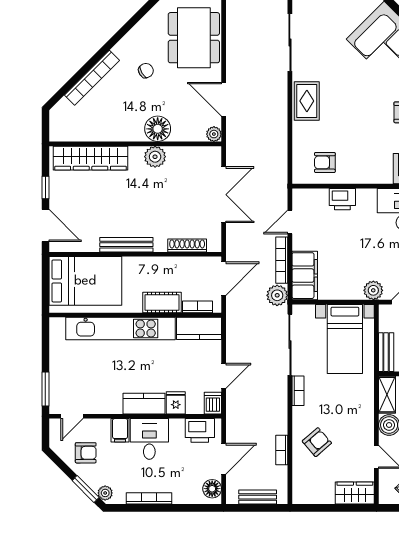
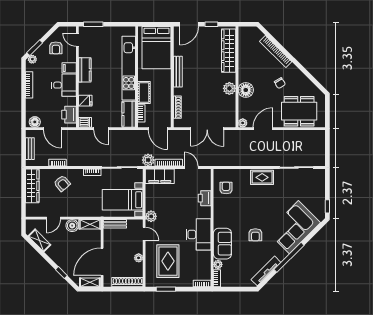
kitchen counter: (144, 404) -> (85, 70), moved
wardrobe: (355, 493) -> (32, 186), moved, width x1.50

